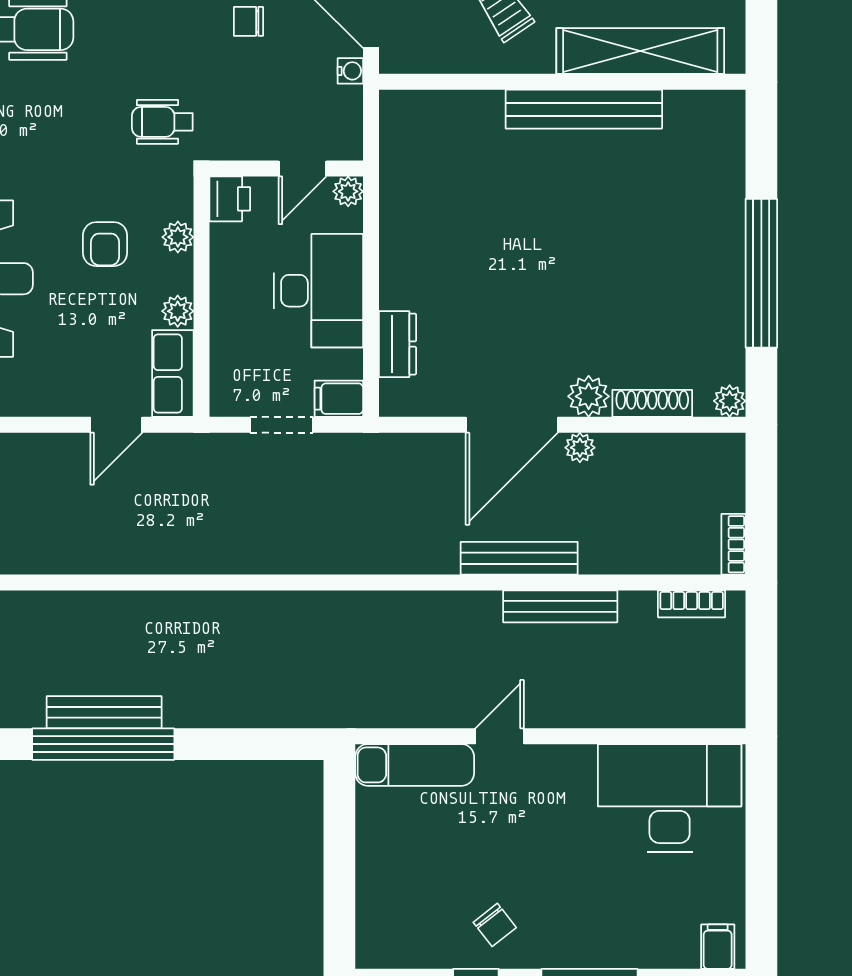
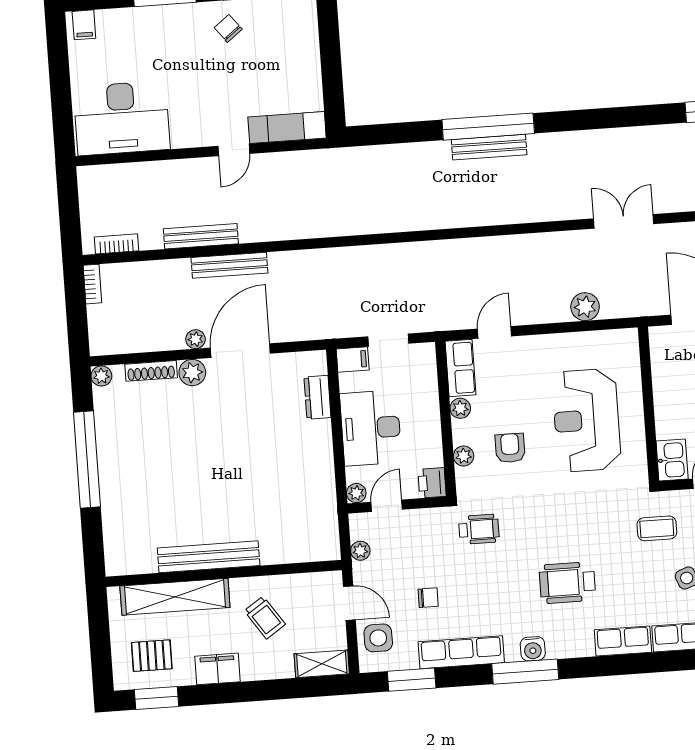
water cooler: (350, 71) -> (360, 571), removed
plant: (348, 102) -> (360, 551), added

